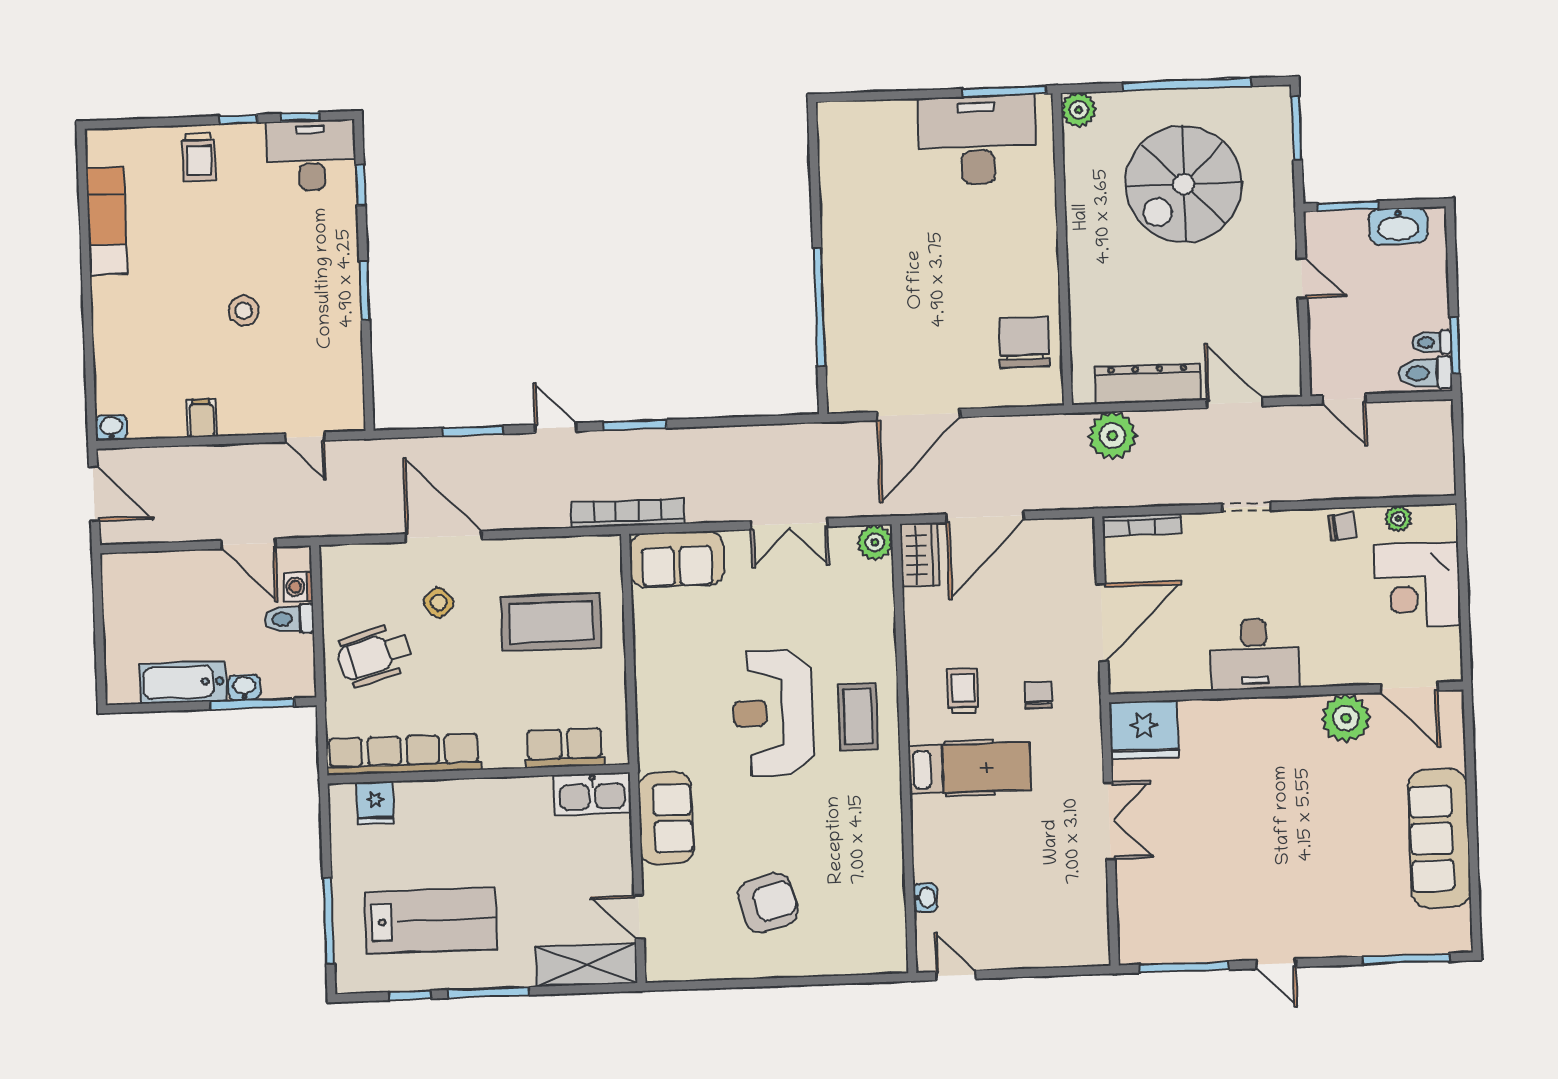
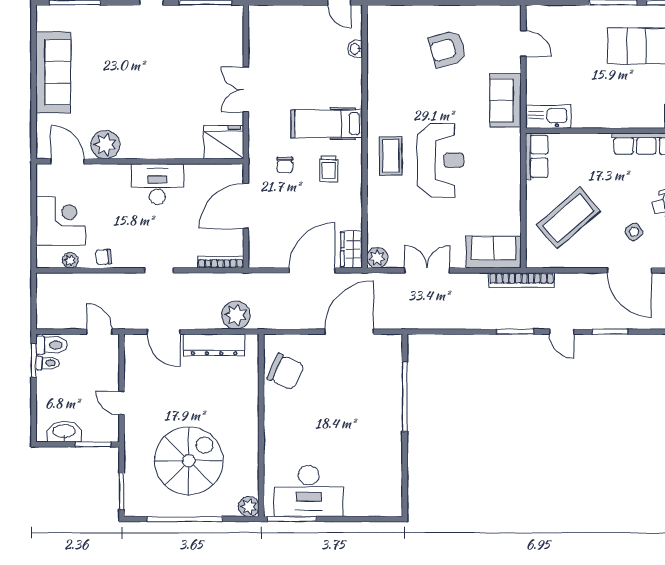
chair: (1024, 342) -> (285, 372), turned -65
coffee table: (551, 622) -> (568, 218), turned -41
row of seats: (564, 748) -> (537, 156), moved, turned -90
shelving: (586, 965) -> (555, 17), removed

